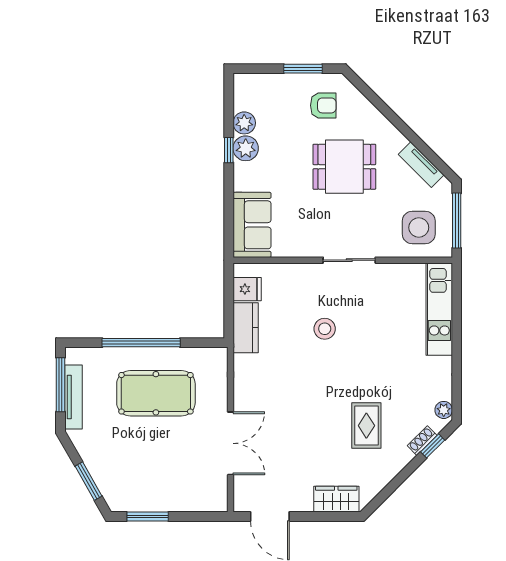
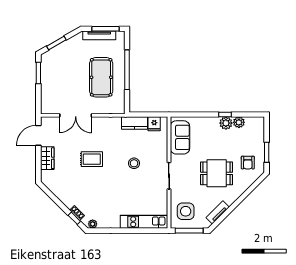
dining table: (344, 167) -> (217, 173), turned 90
sofa: (252, 225) -> (180, 137), moved, turned -90
rug: (366, 426) -> (92, 159), moved
wardrobe: (336, 499) -> (47, 158), moved

